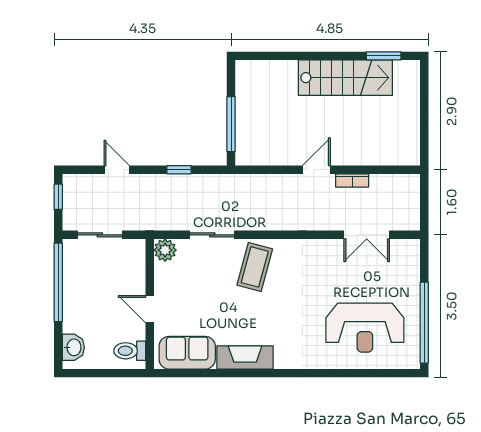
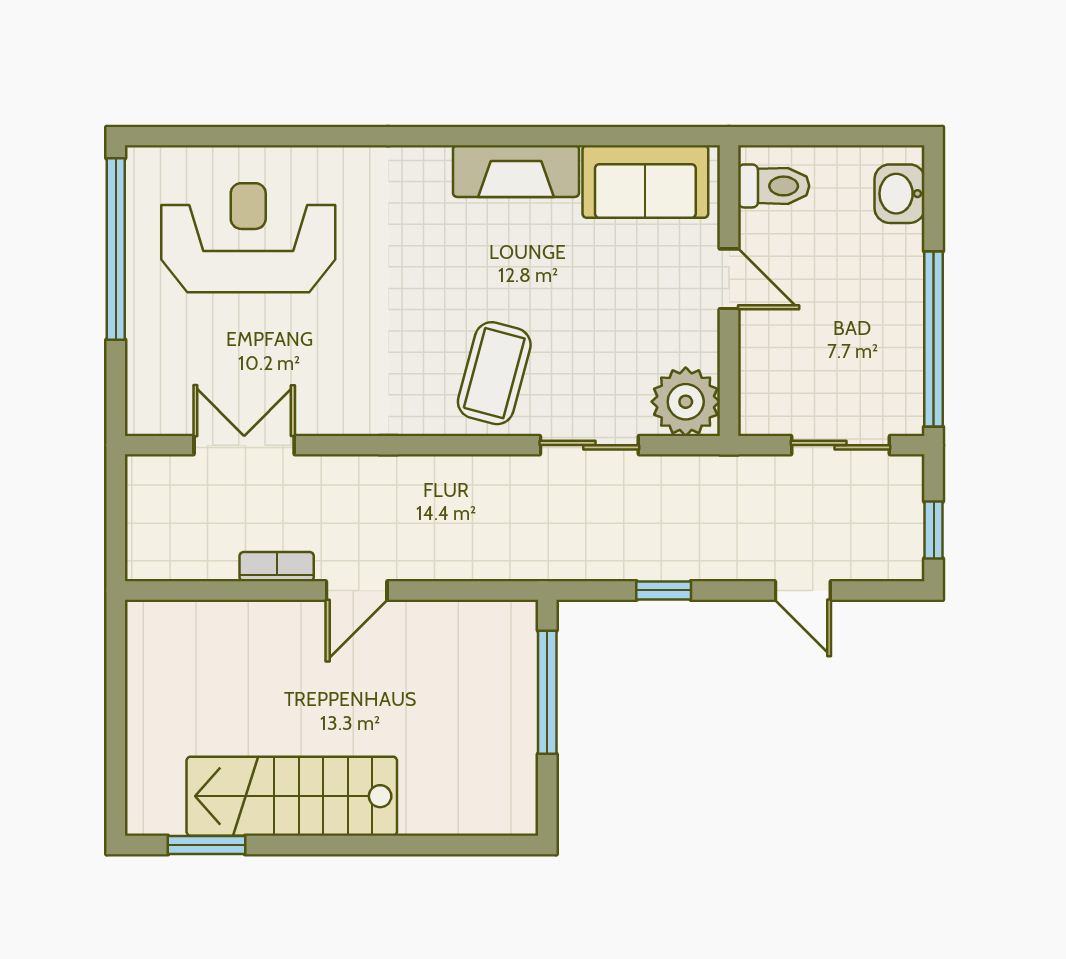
plant: (165, 250) -> (686, 402), width x1.36, depth x1.36

